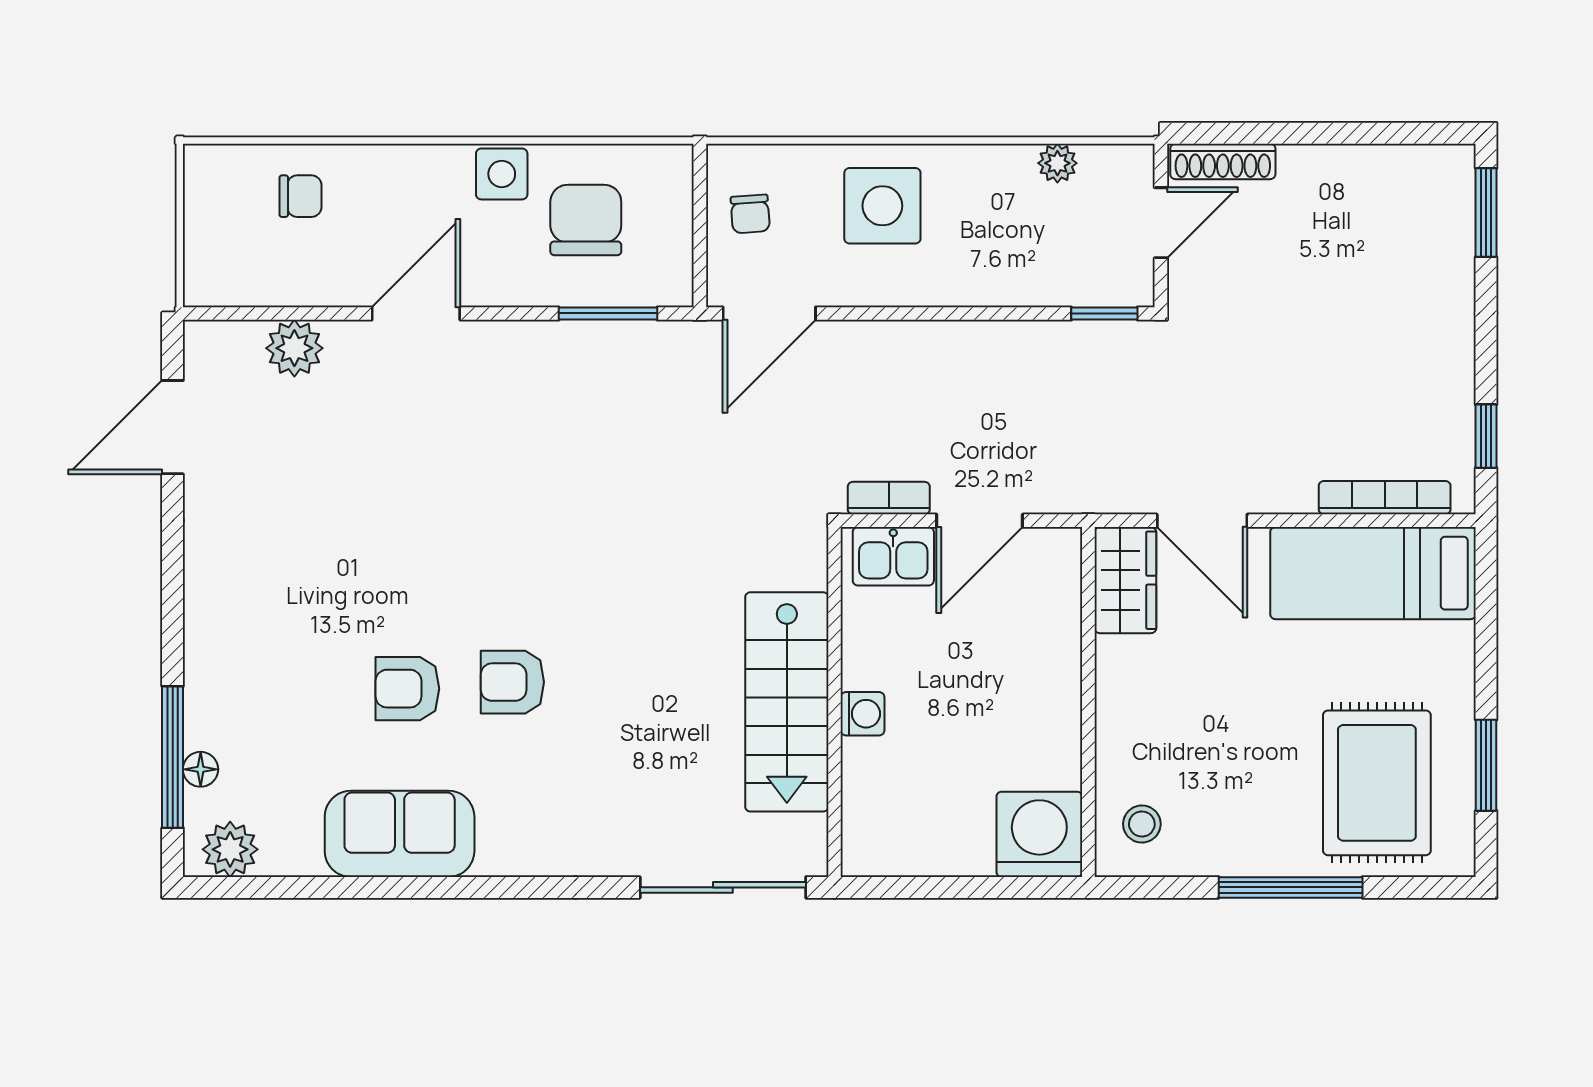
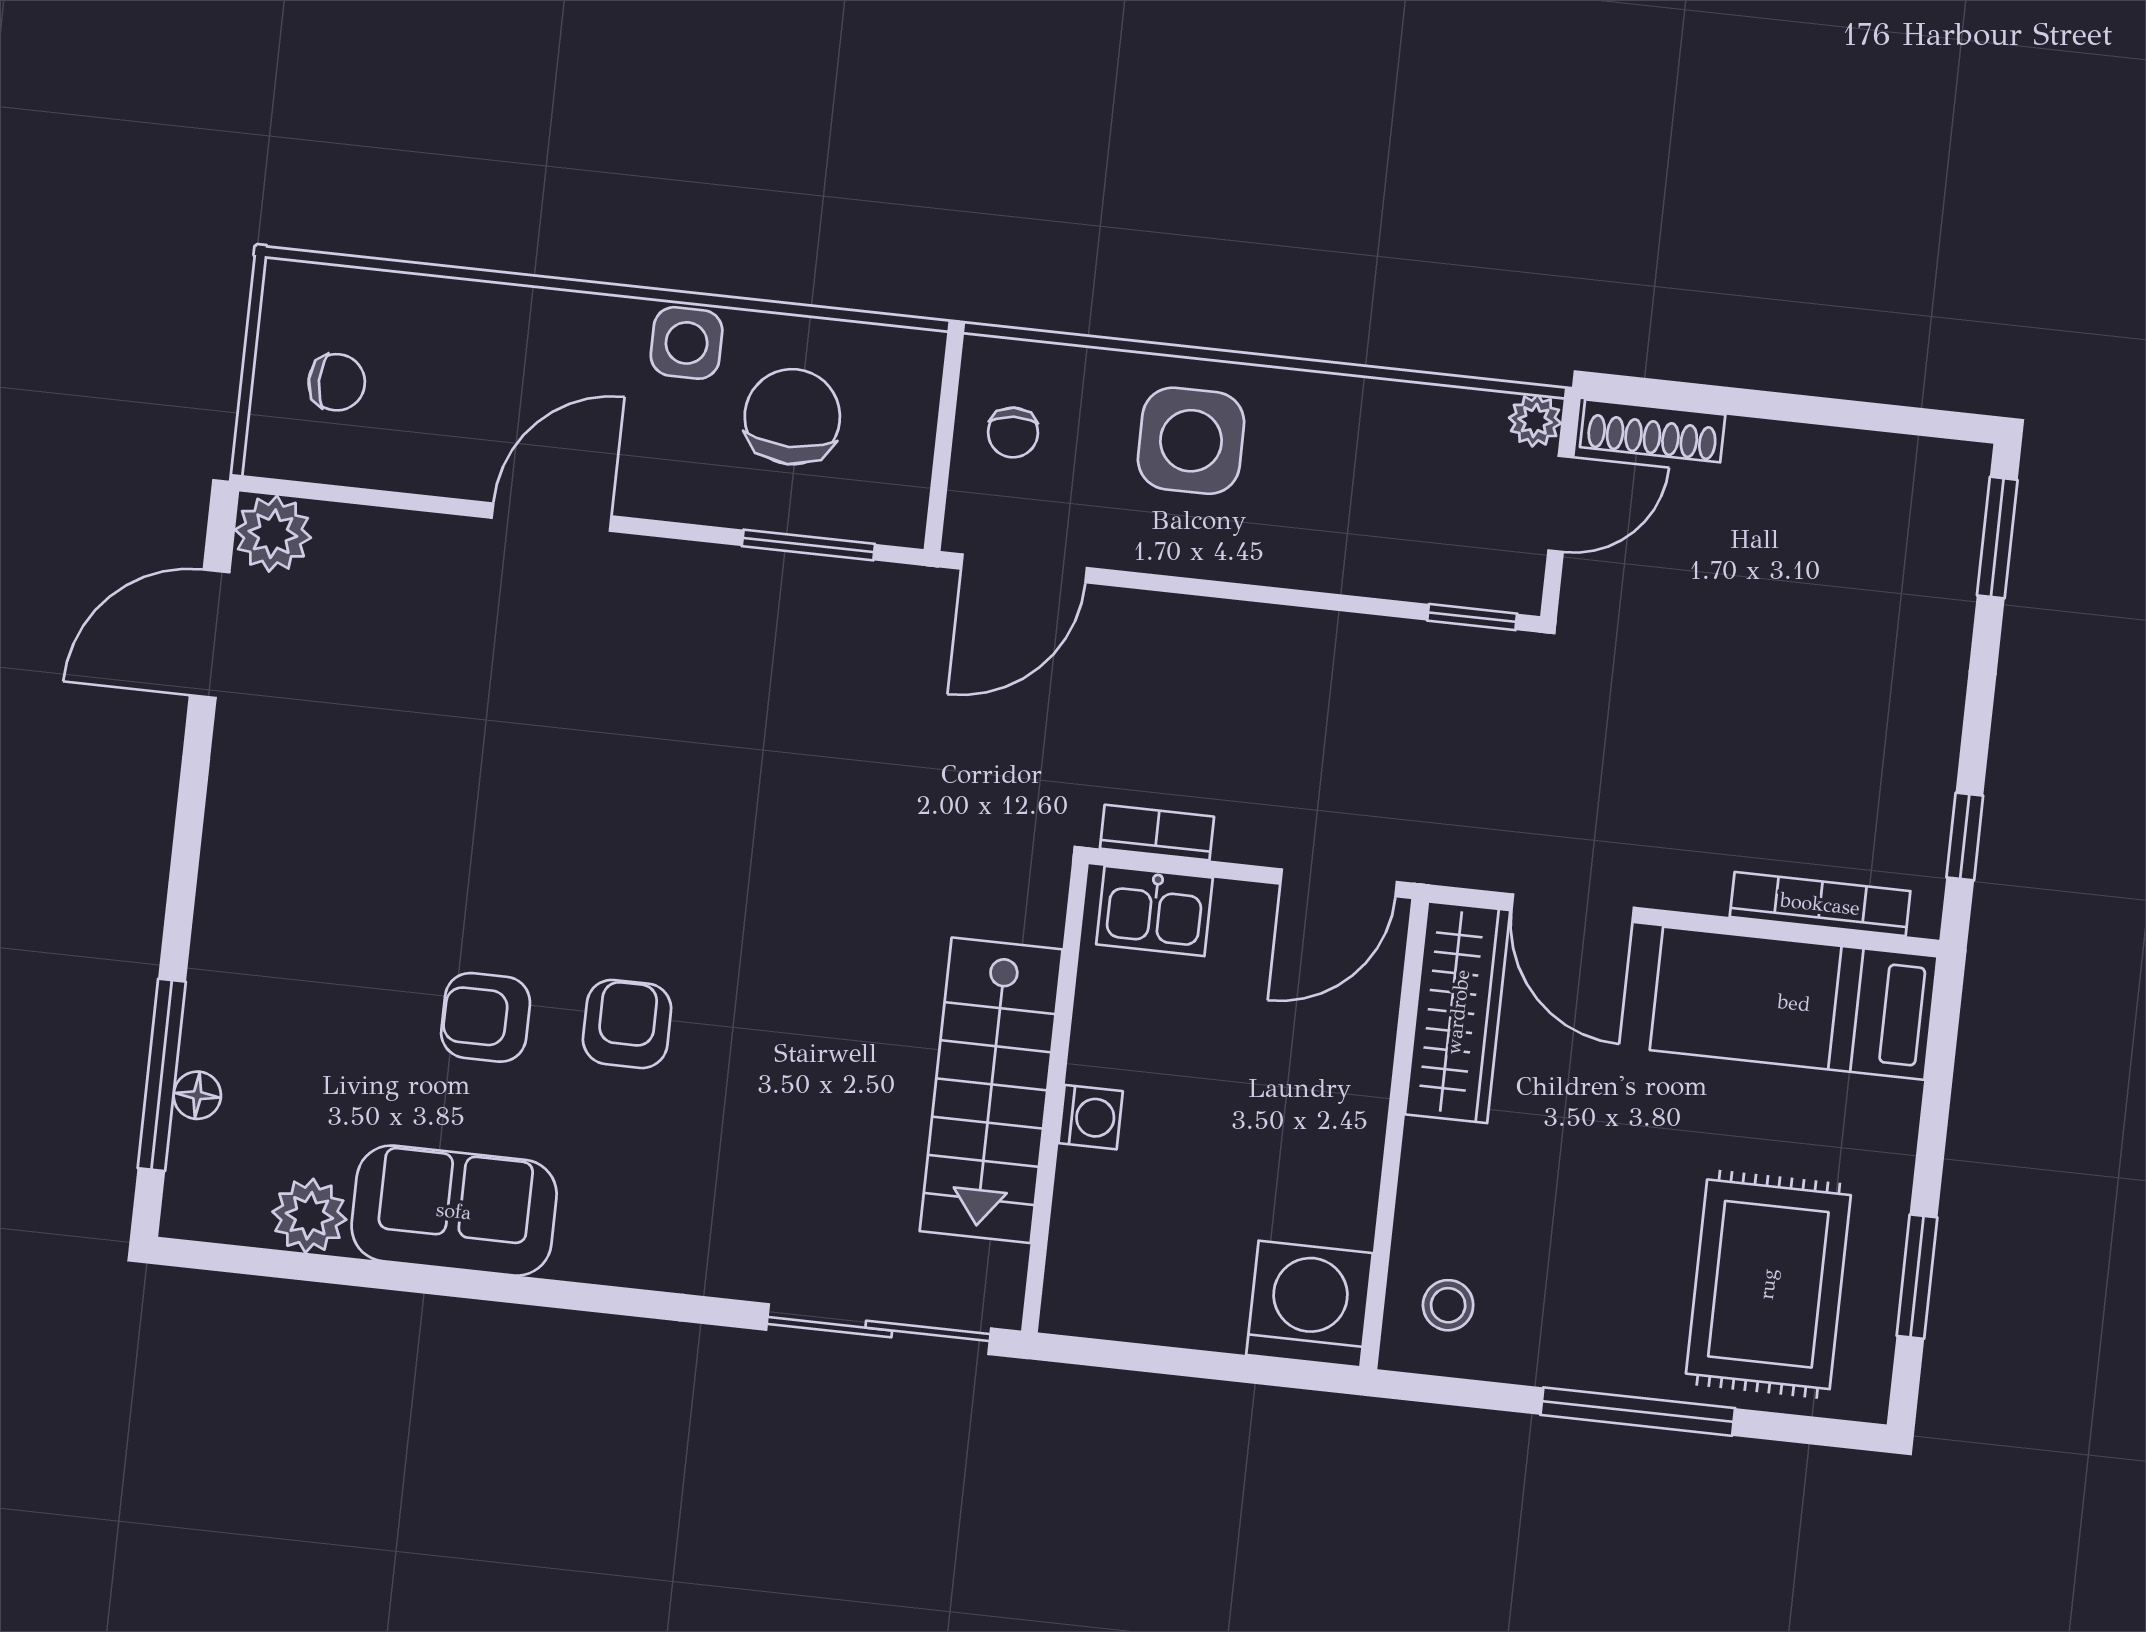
plant: (1057, 163) -> (1535, 420), moved
chair: (301, 196) -> (337, 382), moved
plant: (294, 348) -> (273, 534), moved
door: (980, 521) -> (1339, 883), moved
wardrobe: (1125, 580) -> (1458, 1012), width x1.50
armchair: (512, 682) -> (627, 1024), turned 90
plant: (230, 849) -> (309, 1216), moved

